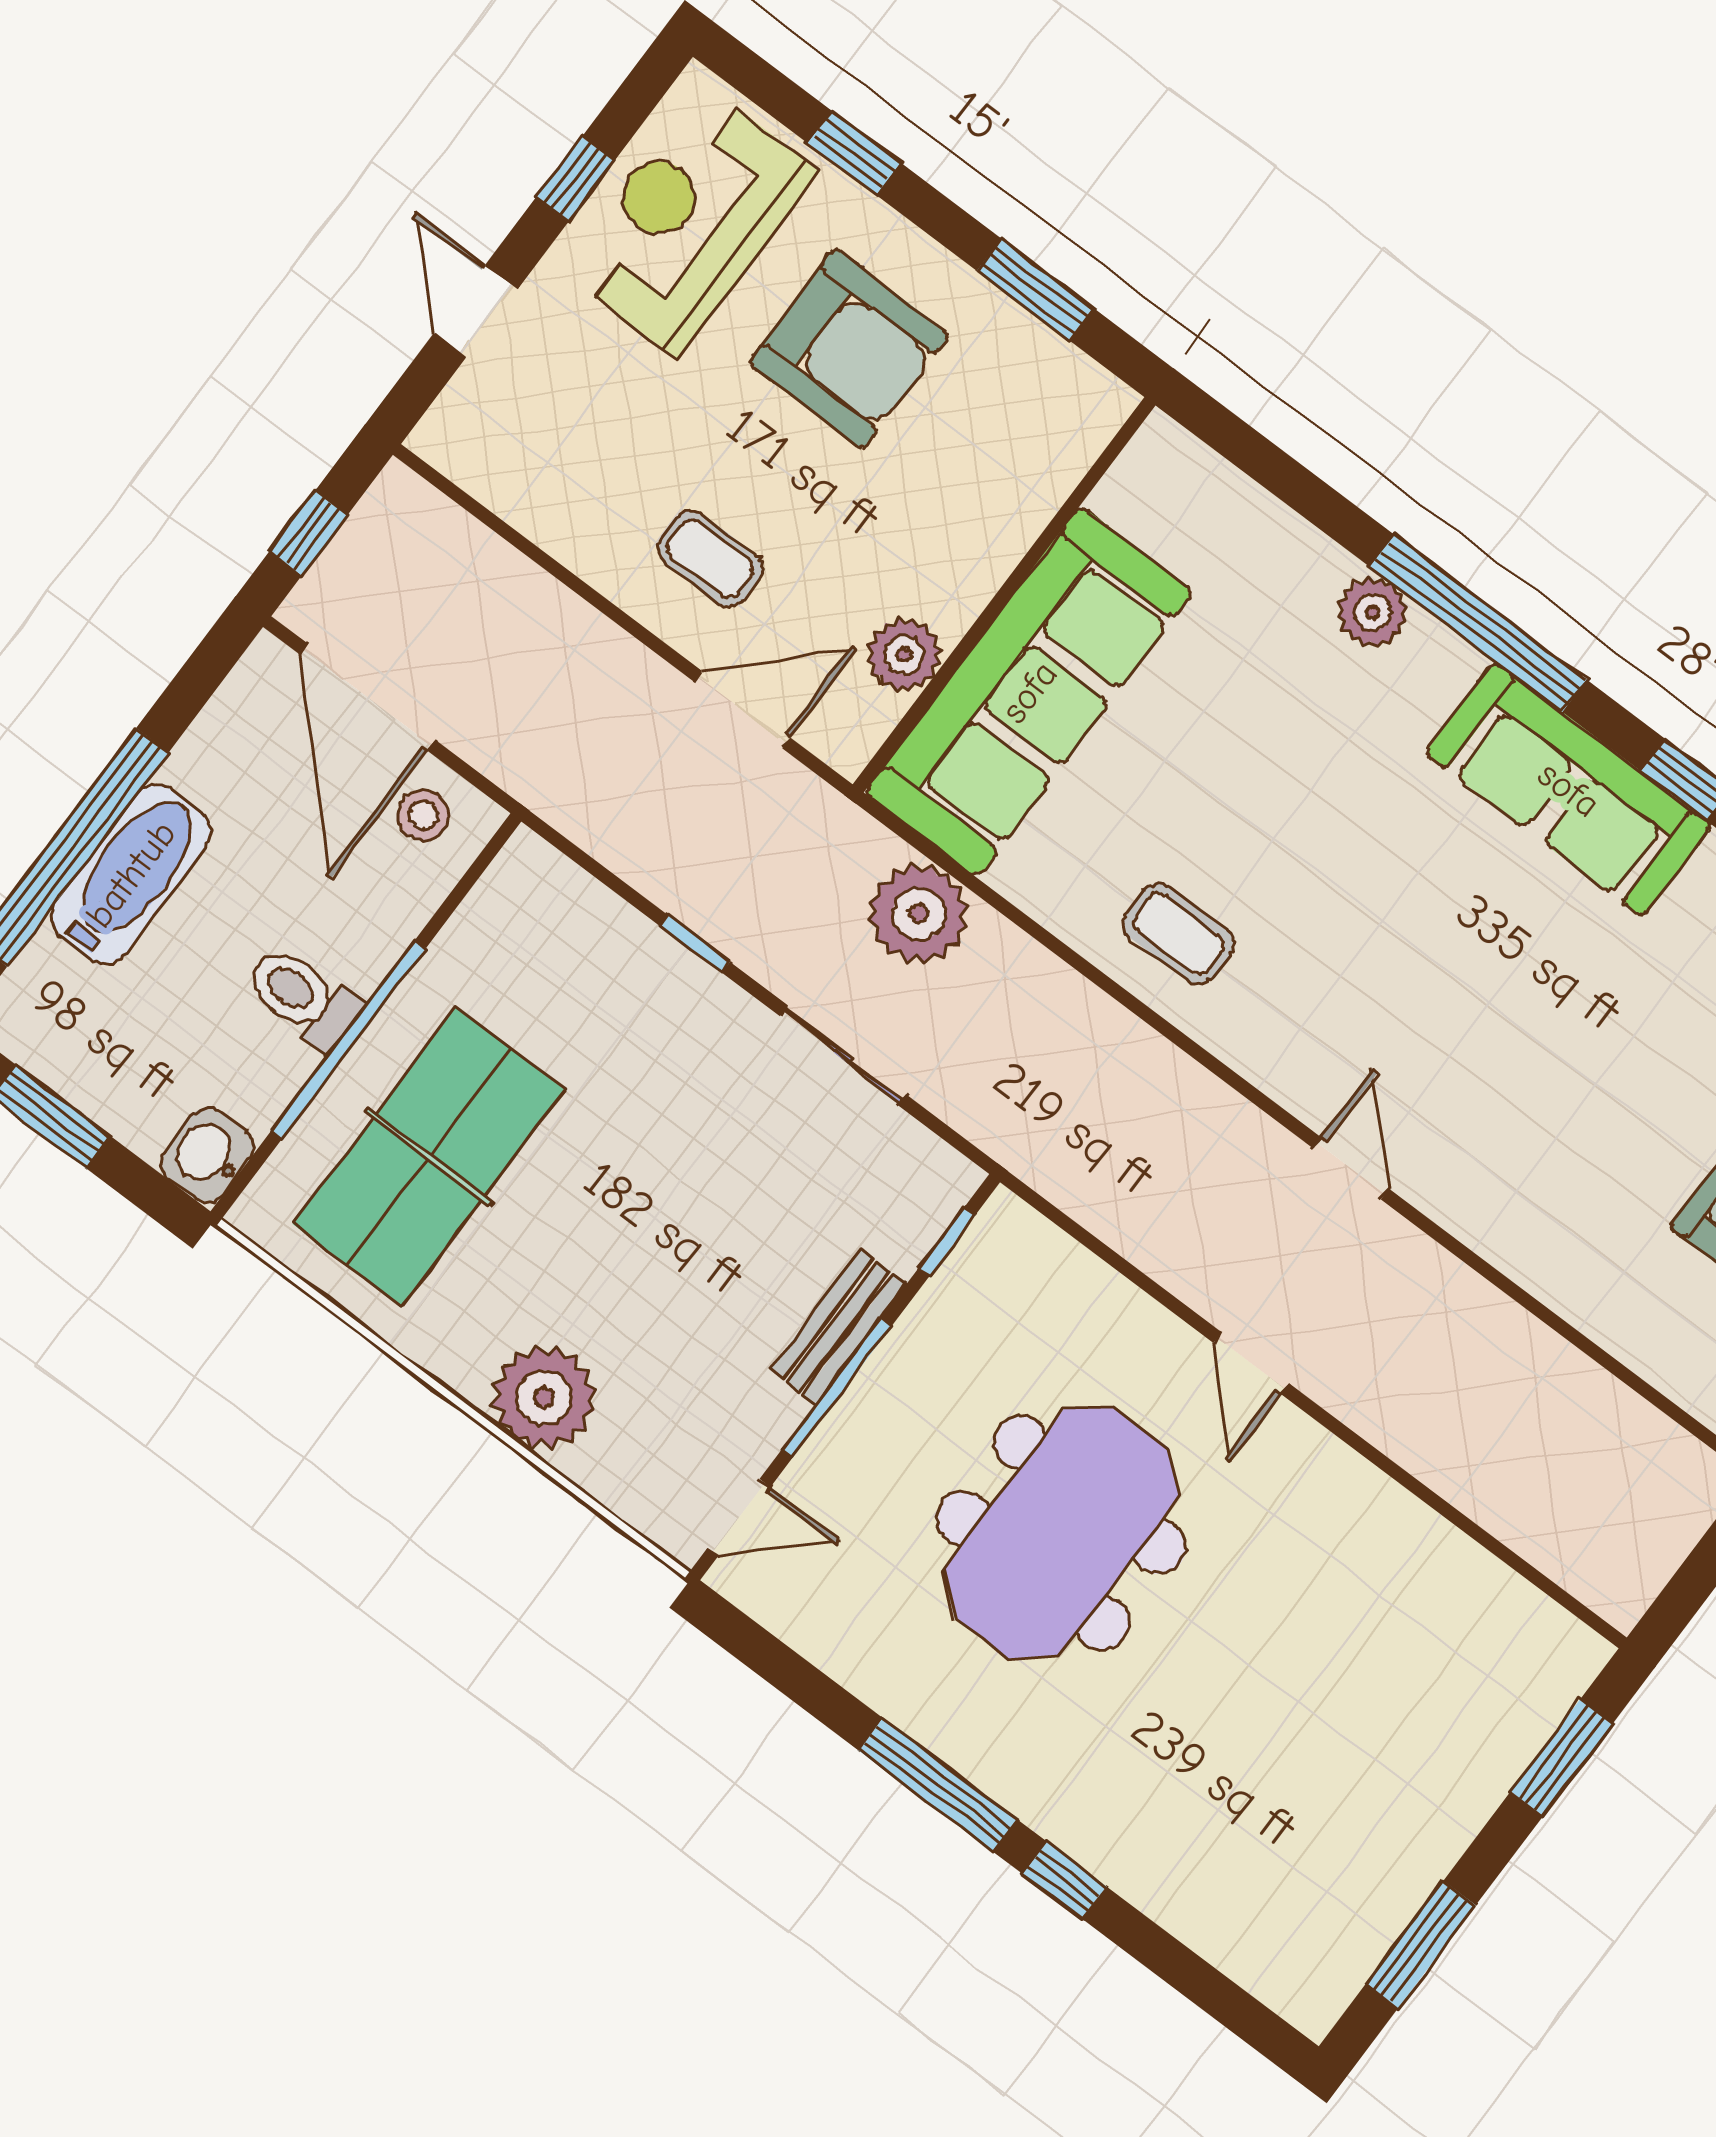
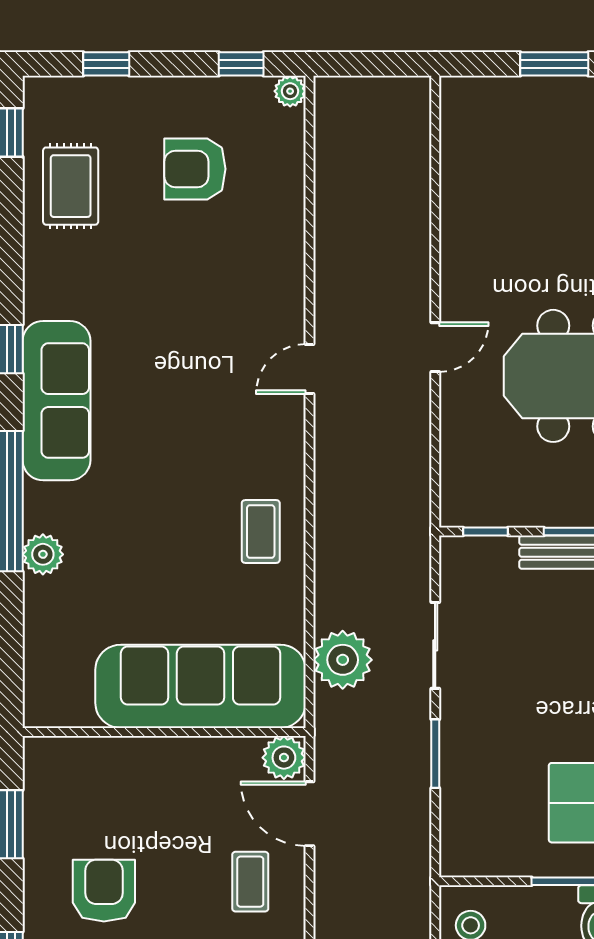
armchair: (849, 349) -> (104, 891), width x0.73, depth x0.73
plant: (904, 655) -> (284, 758), moved
window: (695, 944) -> (435, 754), width x1.50
window: (1562, 1758) -> (554, 64), moved

